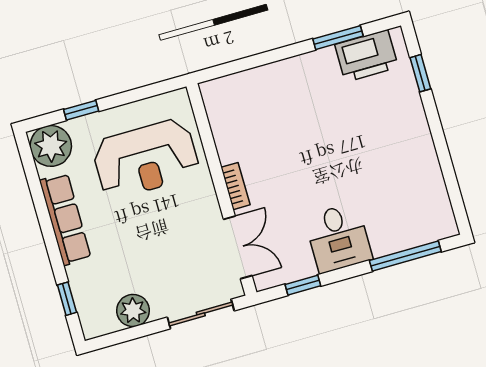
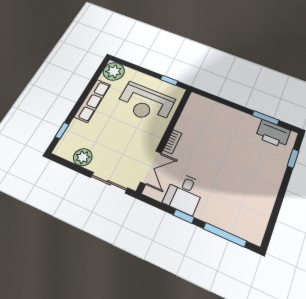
window: (81, 110) -> (169, 80), moved
desk: (338, 238) -> (184, 193), moved
window: (303, 285) -> (184, 216), moved

